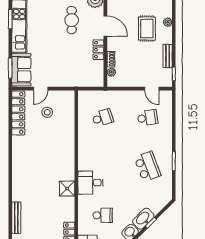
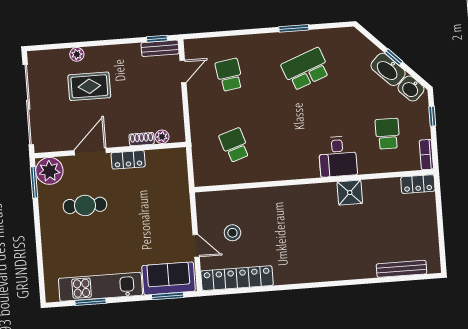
bench: (168, 56) -> (160, 48), moved

